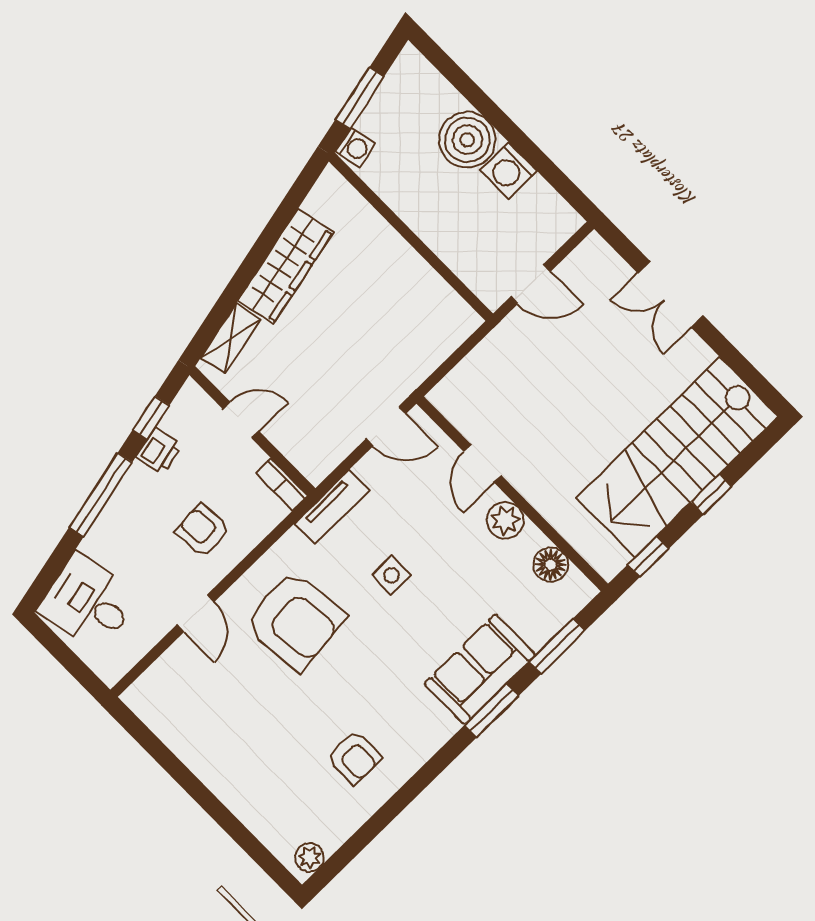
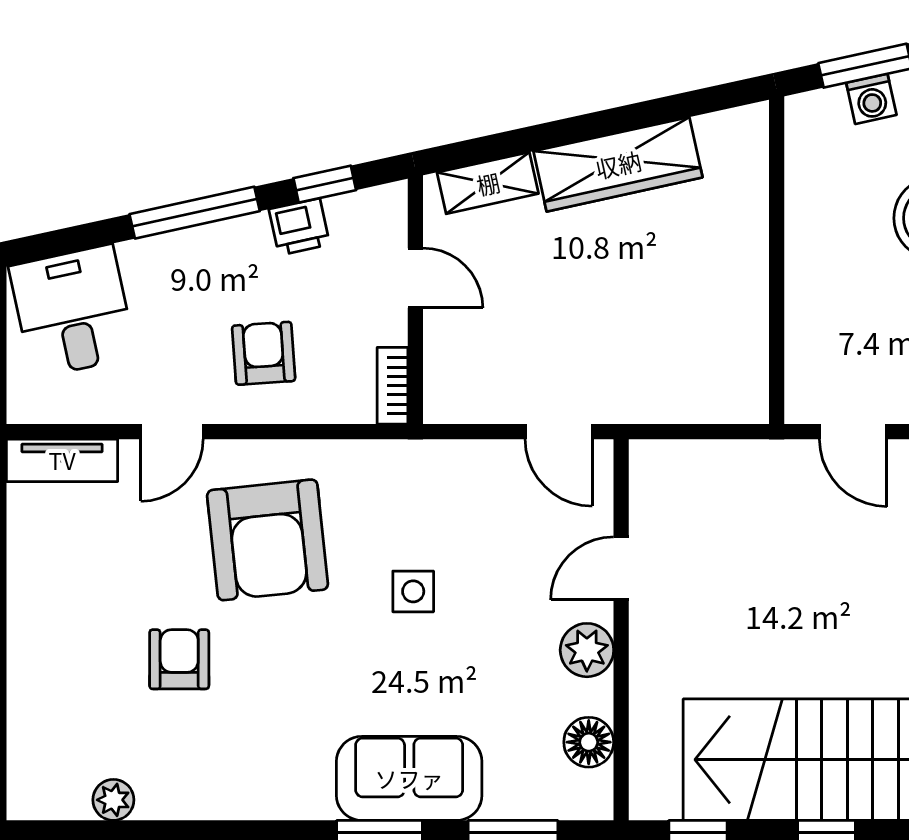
washing machine: (355, 147) -> (871, 99), moved
tv unit: (332, 507) -> (62, 460), moved
armchair: (354, 757) -> (179, 659), moved, turned 180
plant: (310, 857) -> (113, 800), moved

